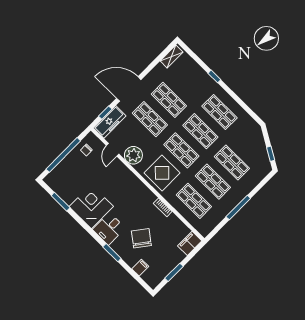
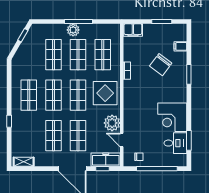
door: (113, 150) -> (122, 140), swing flipped
plant: (236, 197) -> (73, 30), added
desk: (109, 229) -> (175, 143), moved

